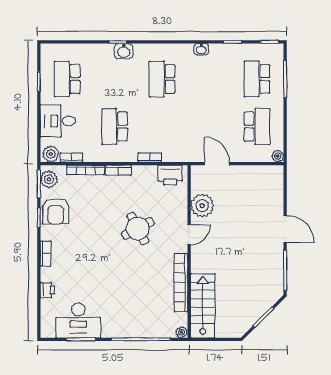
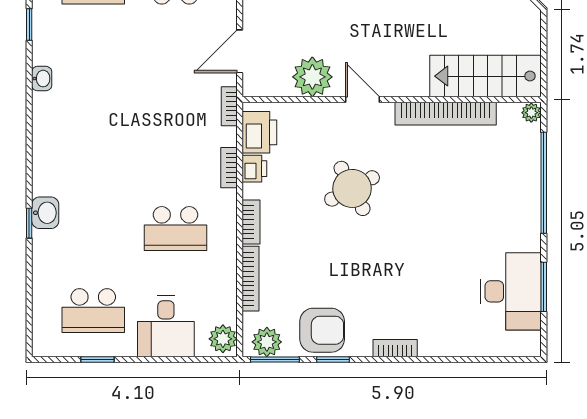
school desk: (162, 79) -> (93, 146), removed
bookcase: (71, 158) -> (229, 106), moved
printer: (47, 290) -> (254, 169), moved, turned 90

